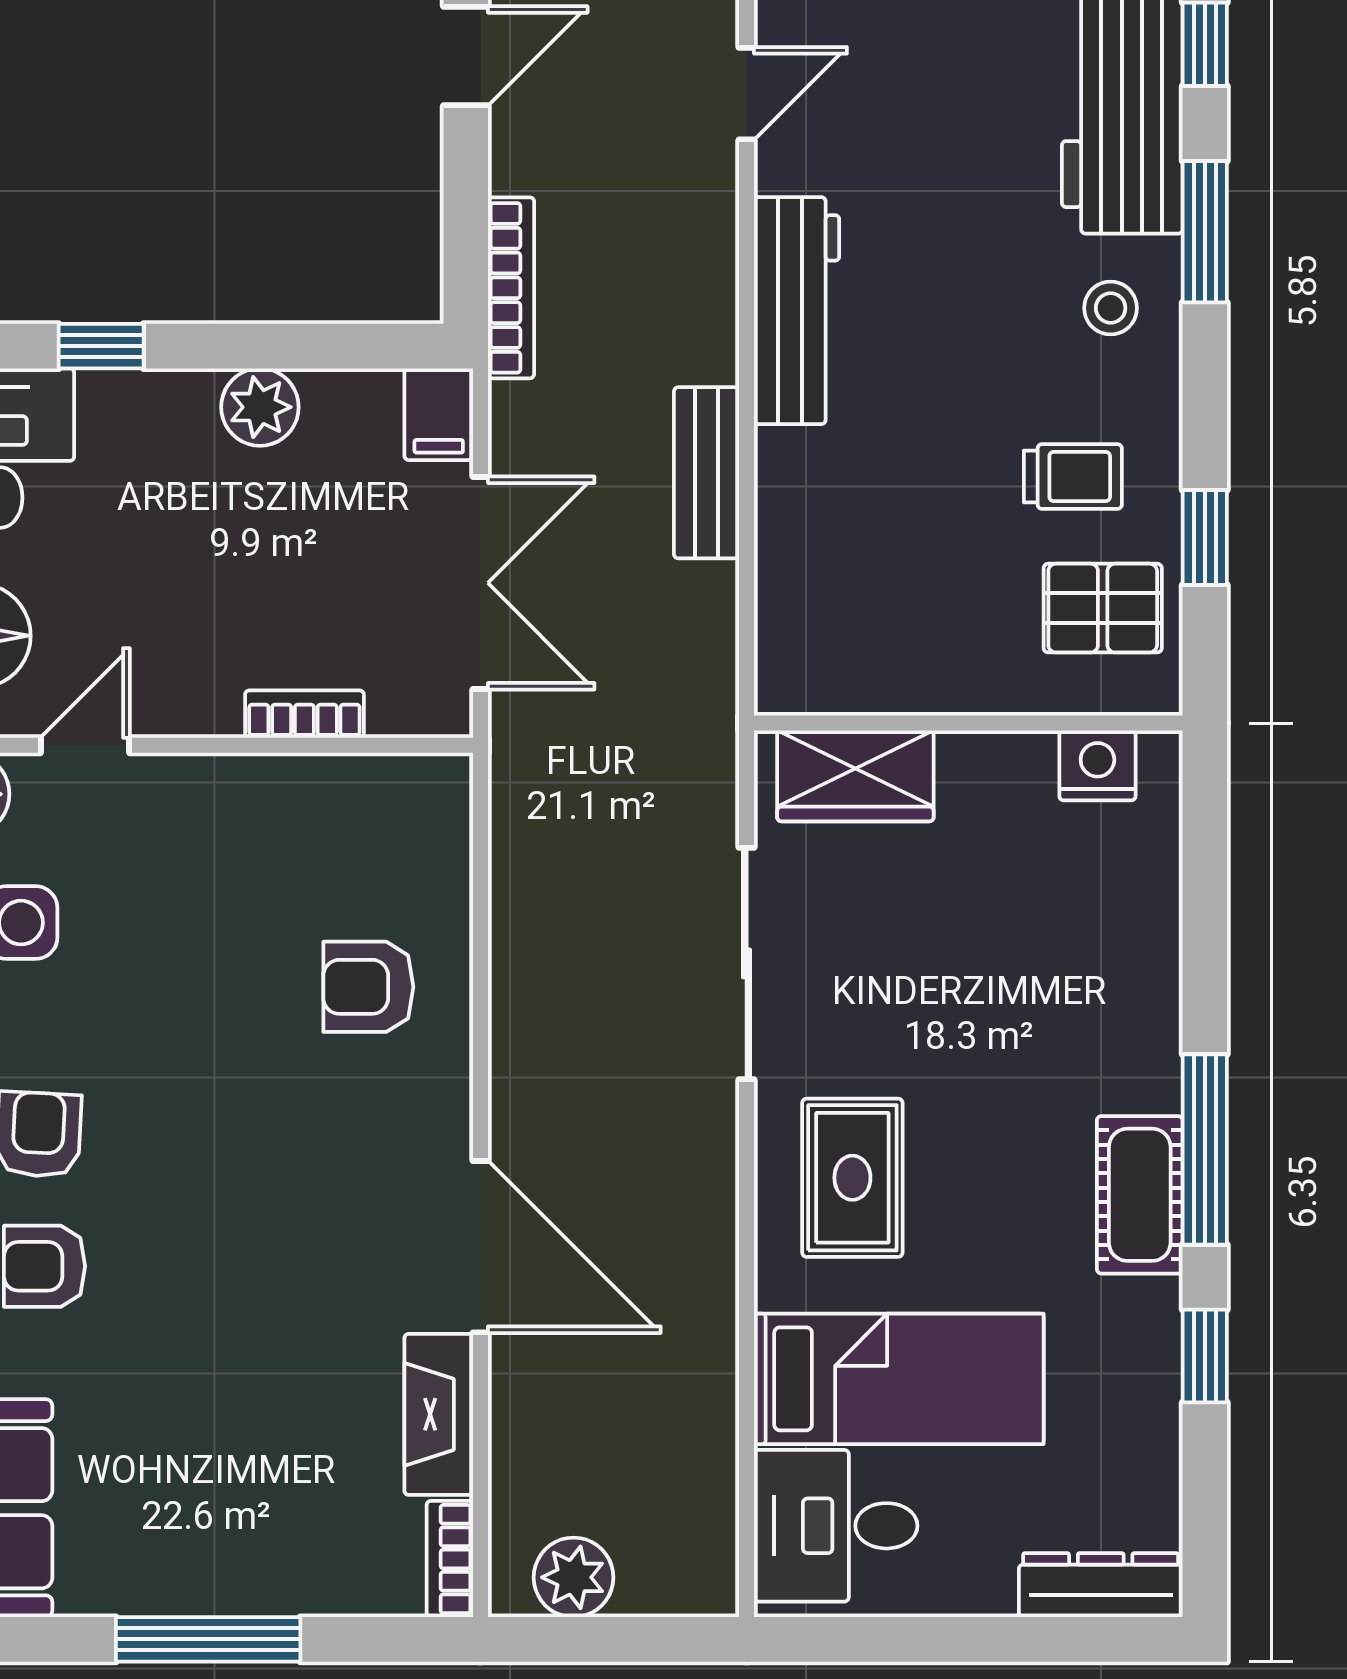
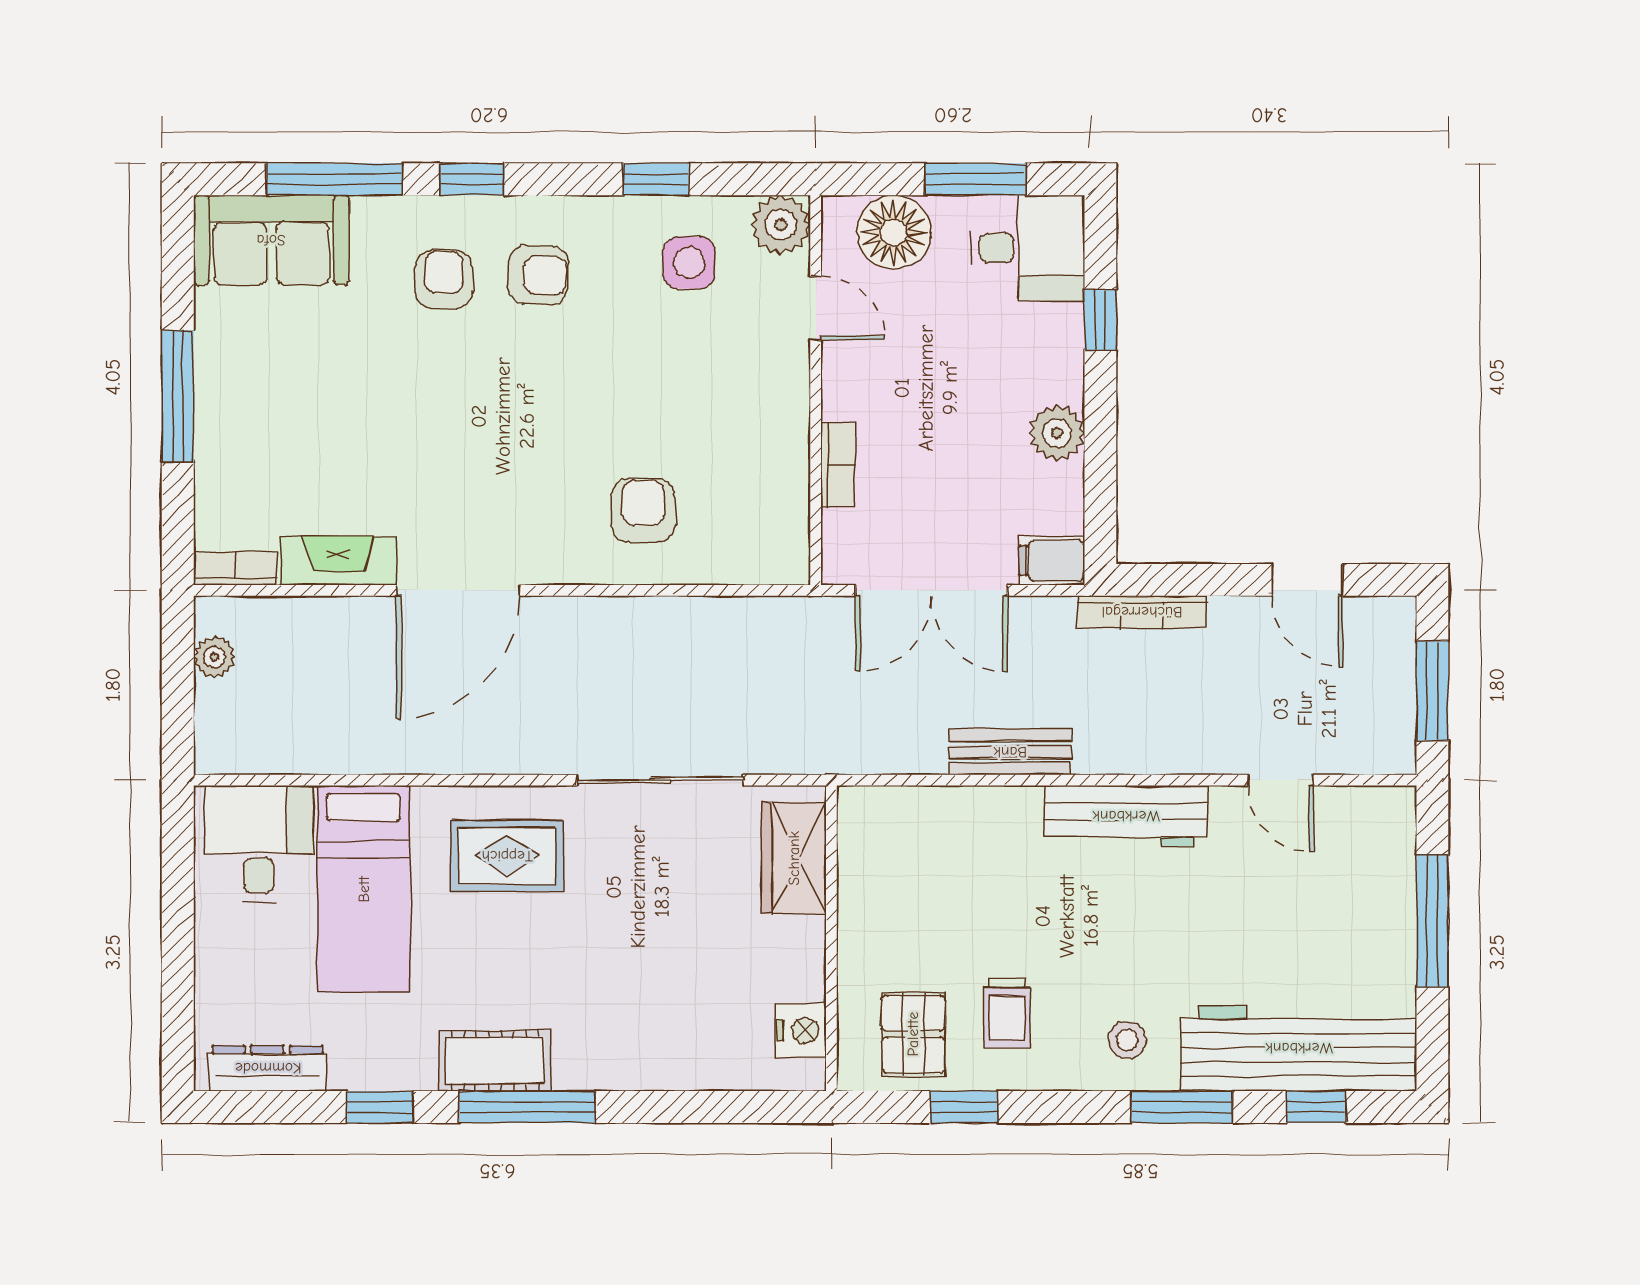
plant: (574, 1577) -> (214, 657), width x0.73, depth x0.73
dresser: (1101, 1585) -> (268, 1068), moved, turned -90

